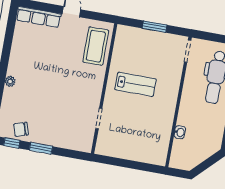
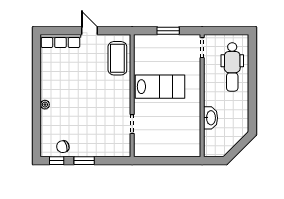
lab bench: (136, 84) -> (160, 87), width x1.36, depth x1.39
washbasin: (180, 132) -> (211, 118), width x1.91, depth x1.45

